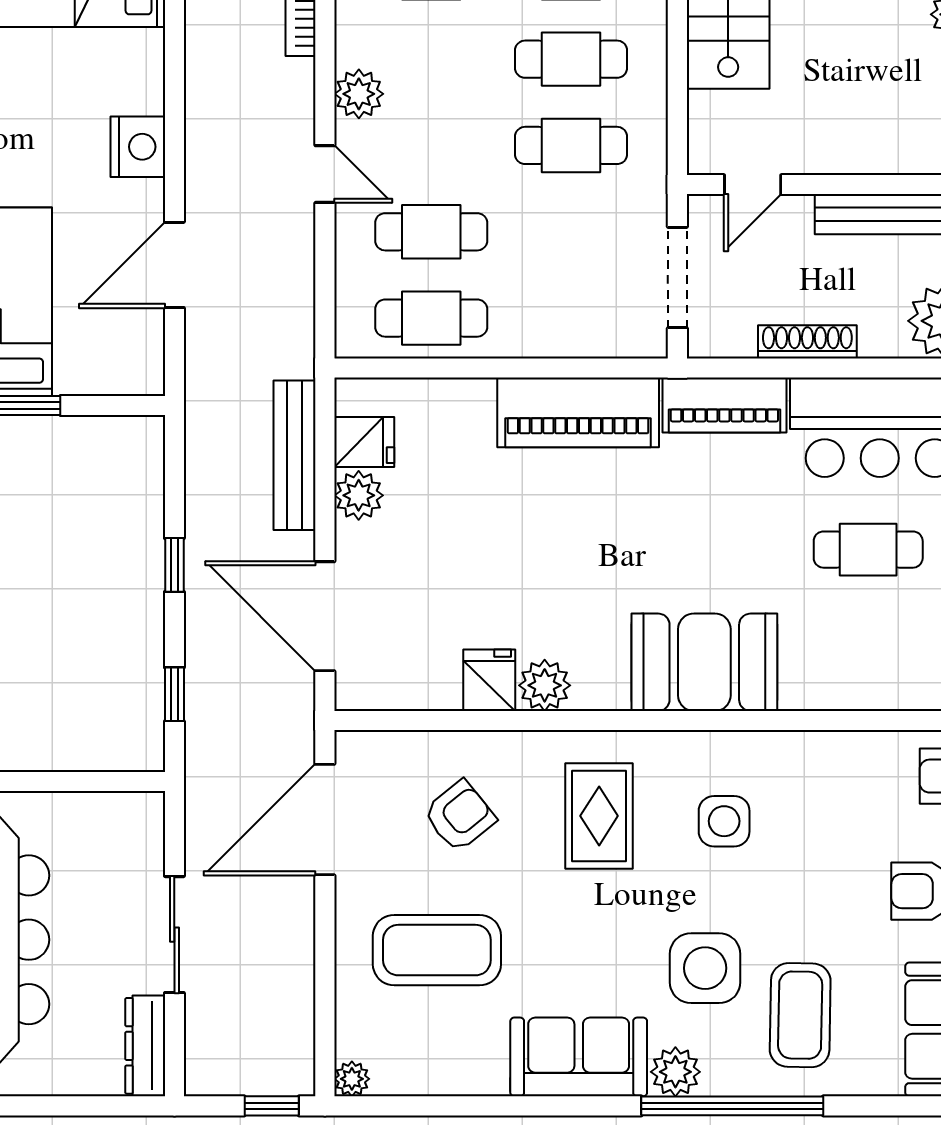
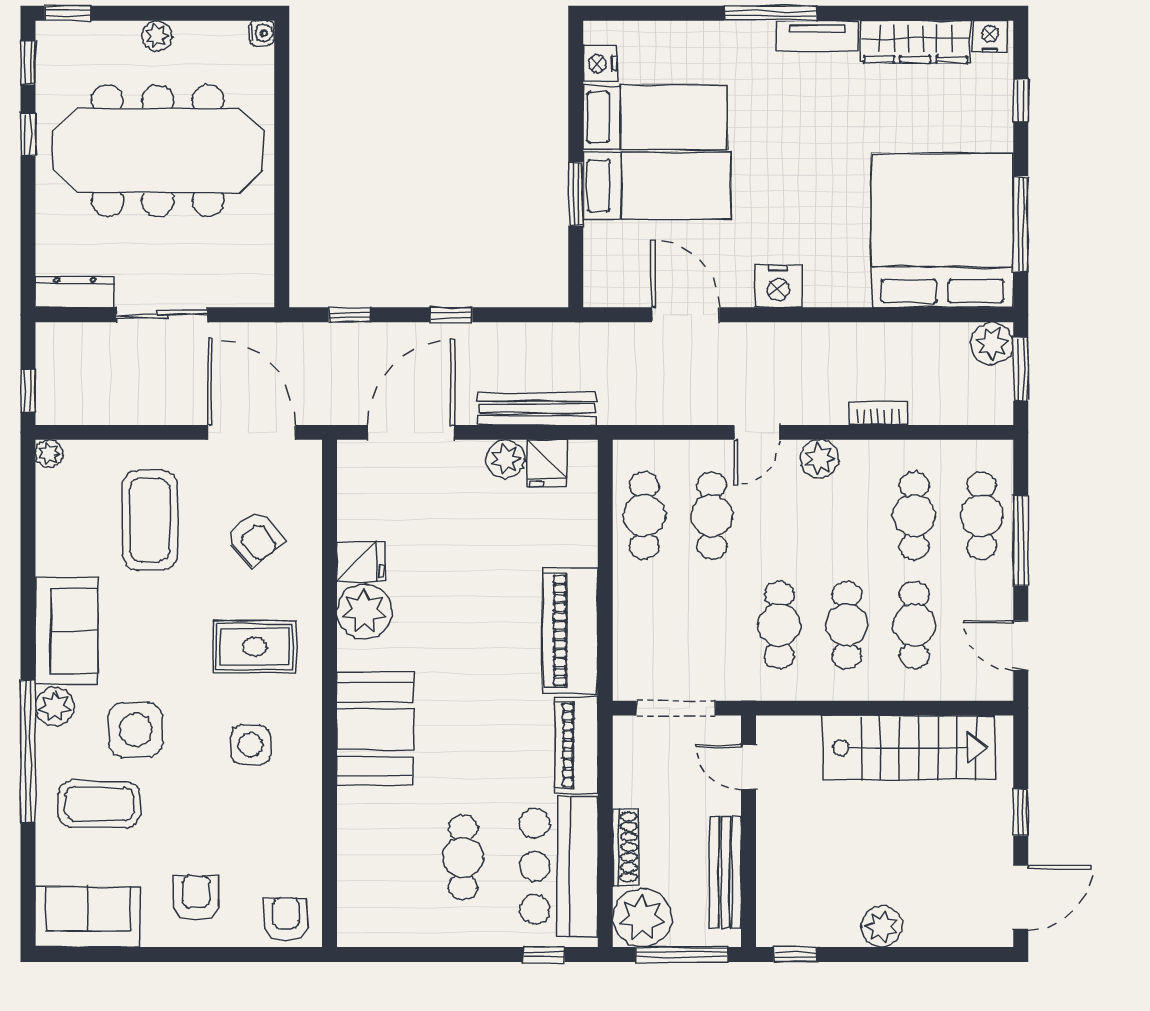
shoe rack: (807, 342) -> (626, 847), moved
plant: (545, 685) -> (364, 612), width x1.36, depth x1.36

